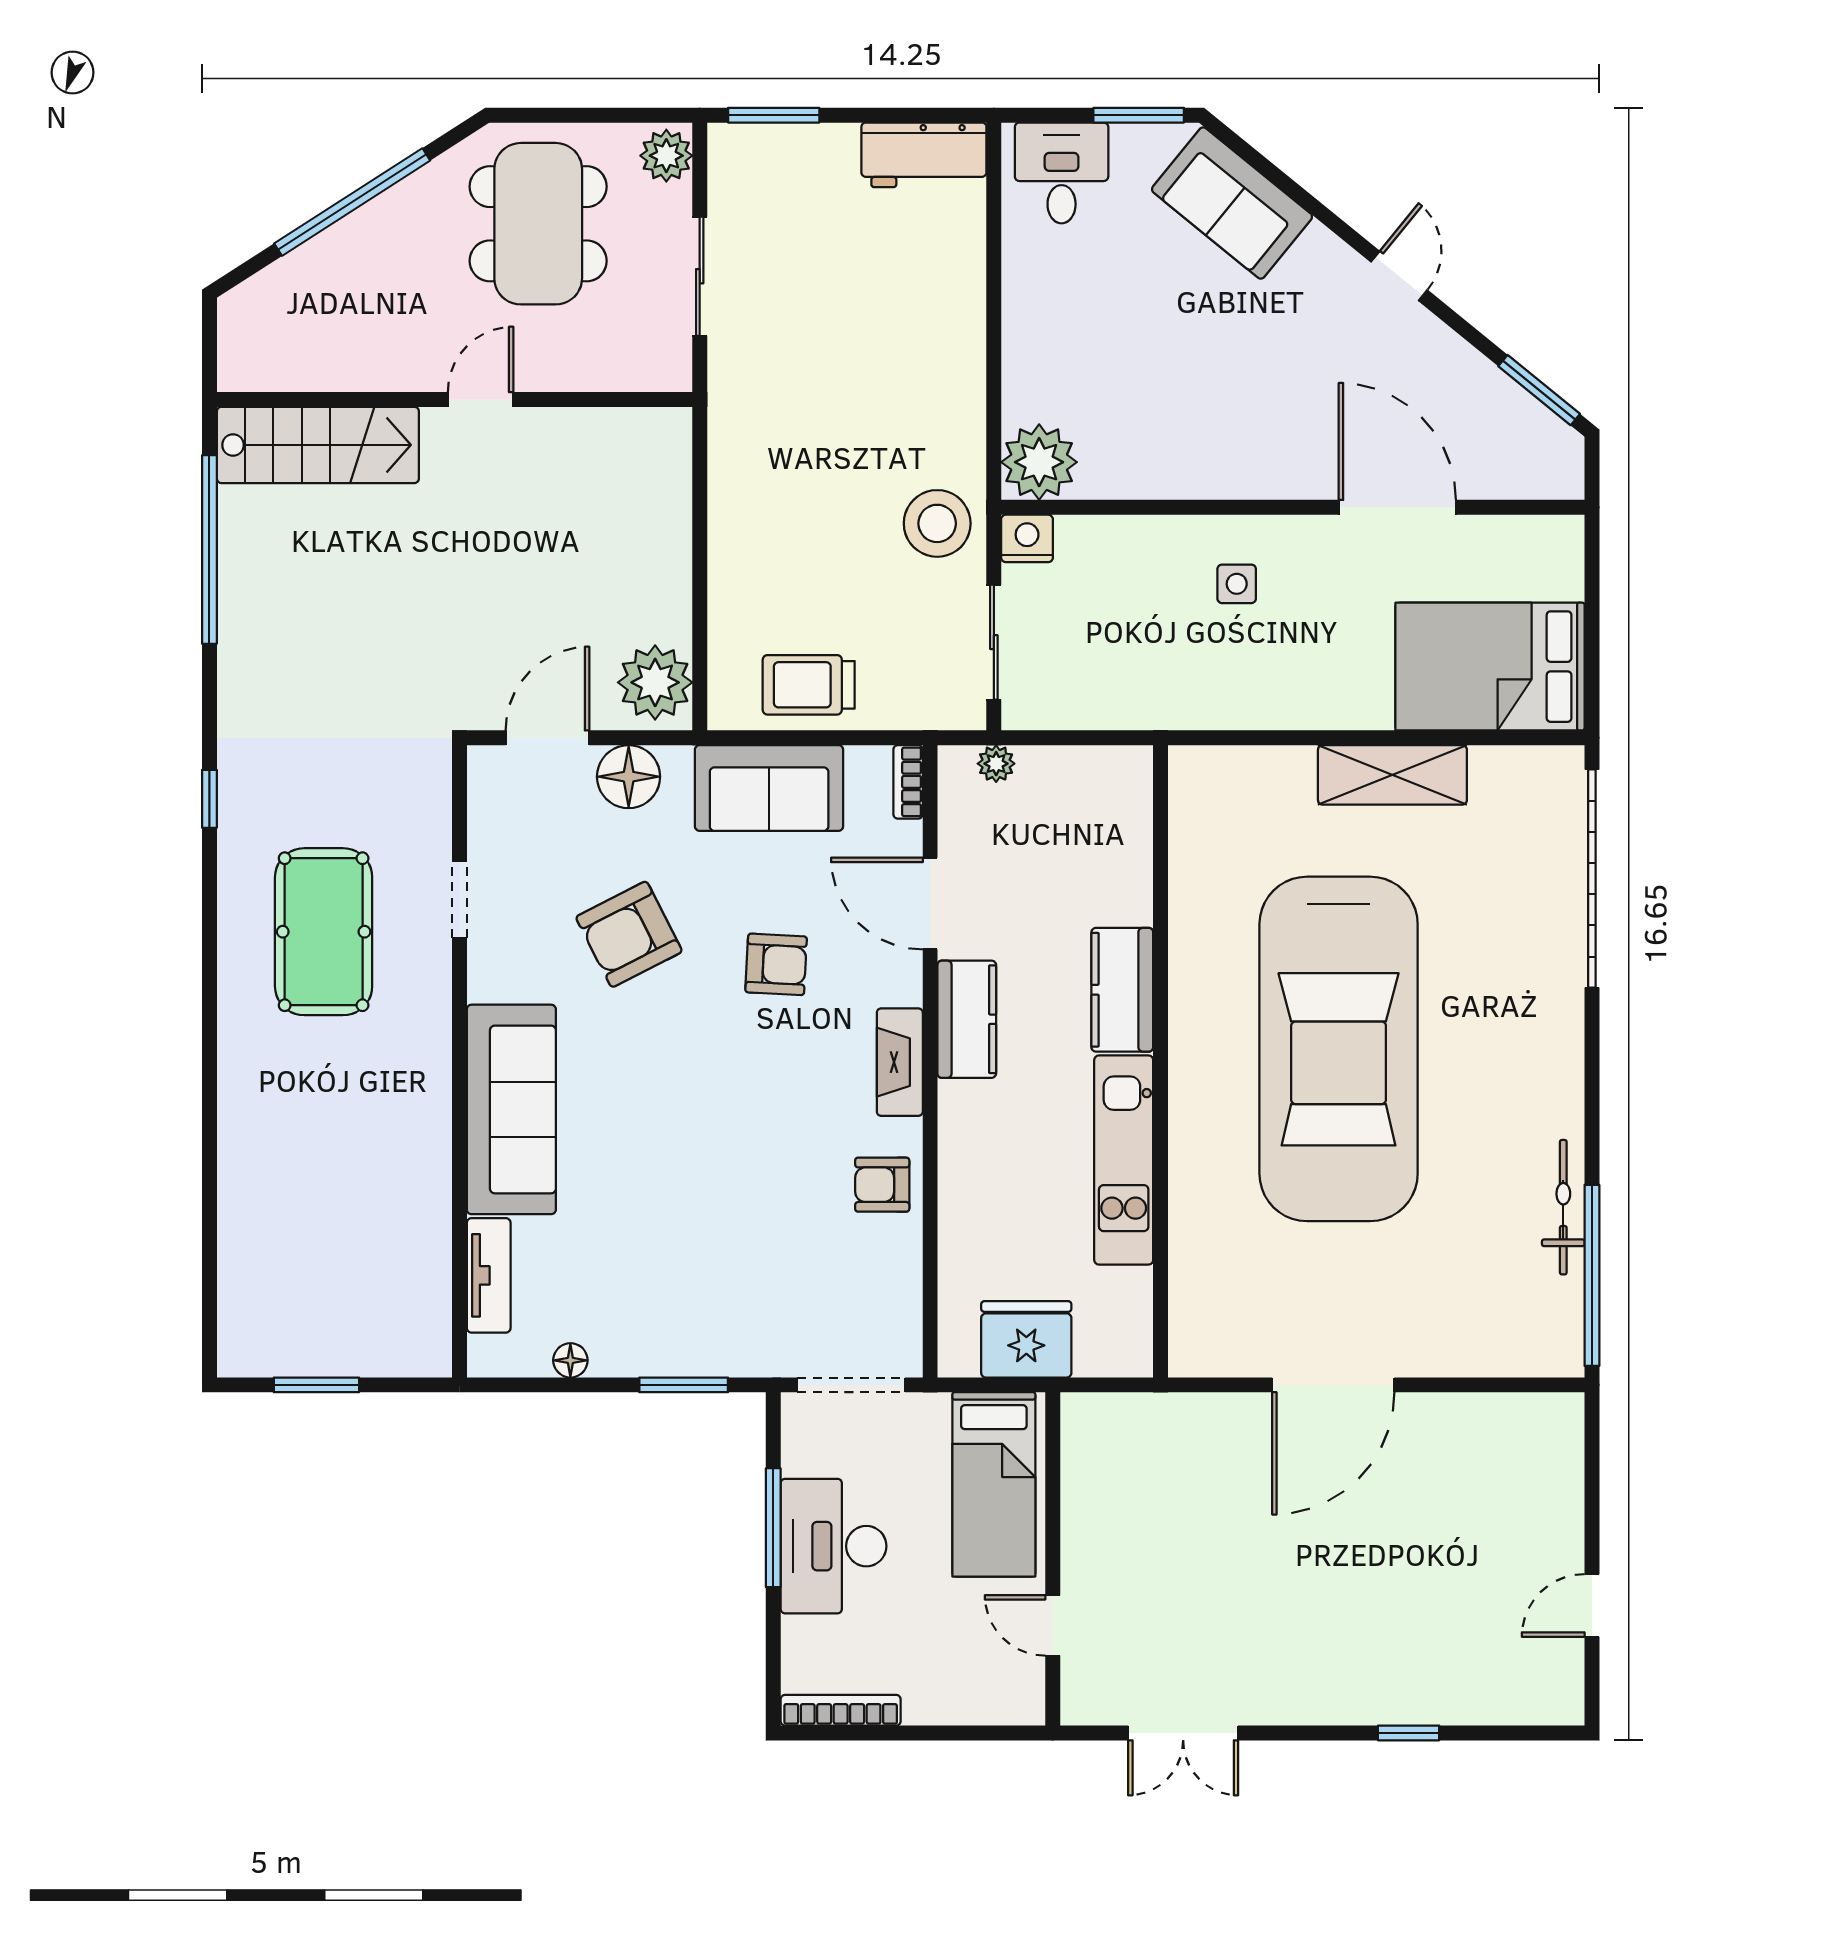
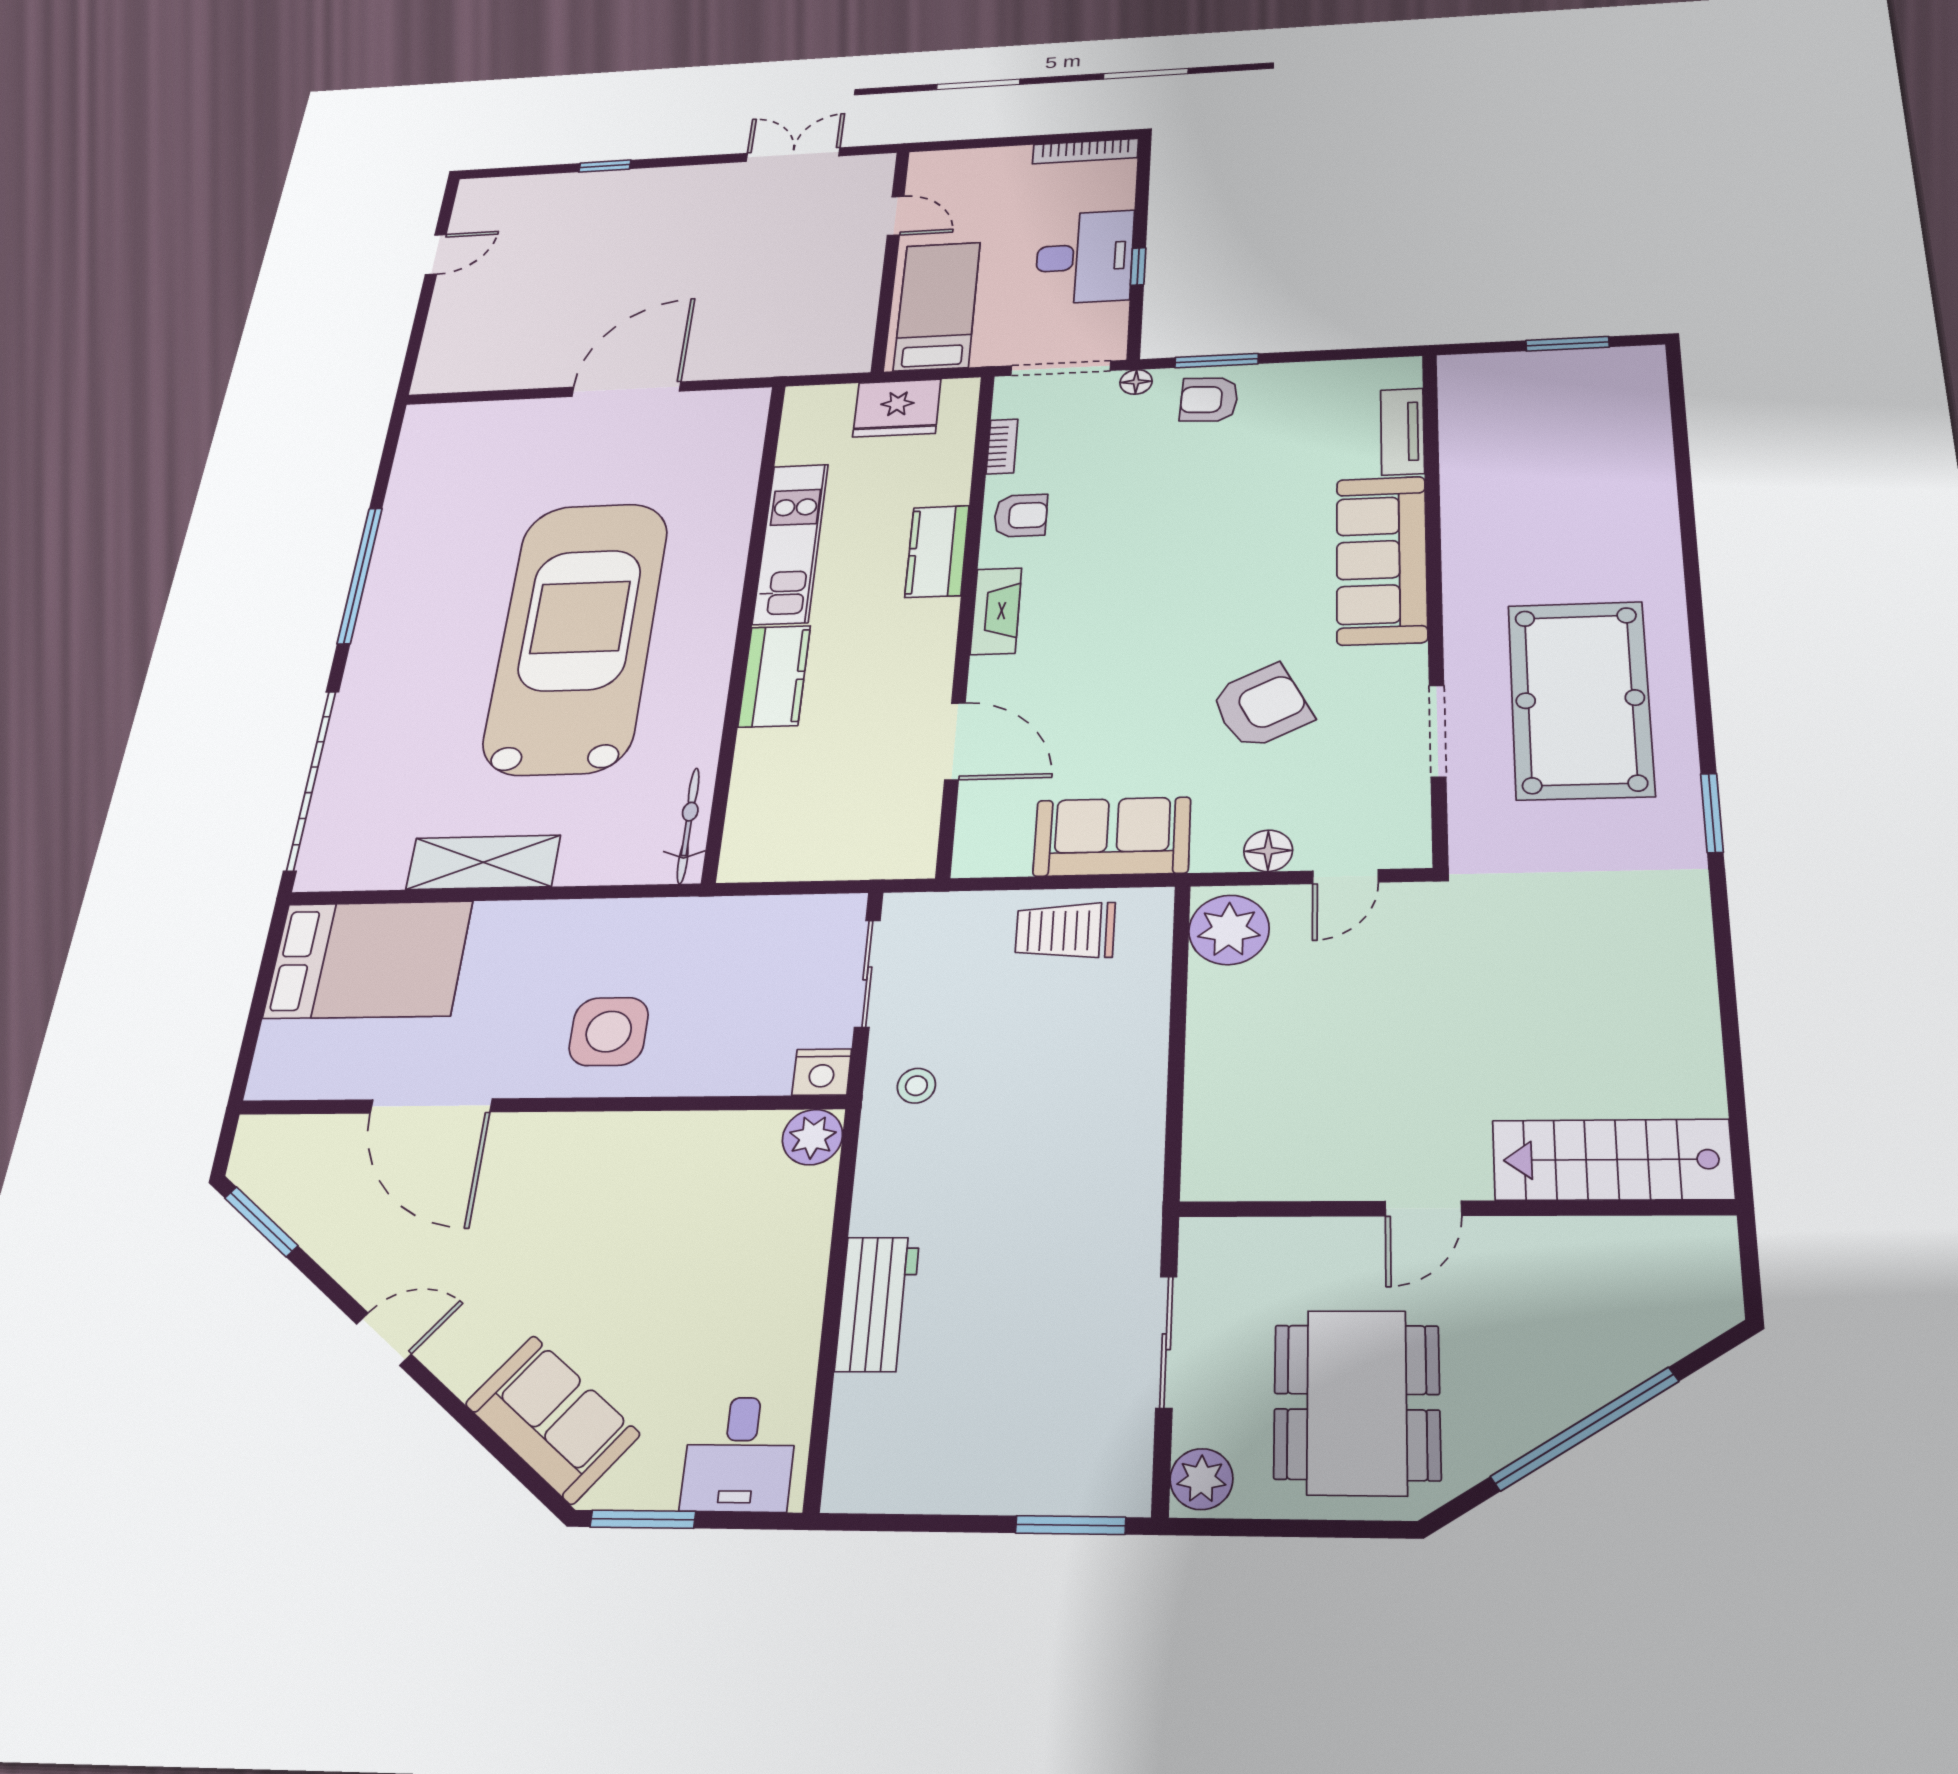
workbench: (924, 155) -> (877, 1304), moved, turned 90
door: (1399, 276) -> (384, 1339), swing flipped
plant: (1039, 462) -> (812, 1137), width x0.73, depth x0.73
stool: (937, 523) -> (916, 1086), width x0.53, depth x0.53
window: (209, 549) -> (1732, 1051), removed
side table: (1237, 584) -> (609, 1031), width x1.87, depth x1.87
trolley: (809, 685) -> (1065, 931), turned 180
door: (547, 738) -> (1346, 877), width x0.73
plant: (996, 764) -> (877, 863), removed
floor lamp: (629, 777) -> (1268, 851), width x0.73, depth x0.73
bookcase: (908, 782) -> (1002, 447), moved
window: (209, 799) -> (1712, 813), width x1.50
doorway: (459, 900) -> (1438, 731), width x1.38
pool table: (324, 932) -> (1580, 699), width x1.36, depth x1.32
armchair: (776, 964) -> (1209, 400), moved
kitchen counter: (967, 1019) -> (937, 551), moved
bicycle: (1563, 1207) -> (688, 825), moved, turned 180
window: (1592, 1275) -> (360, 575), moved
floor lamp: (570, 1360) -> (1136, 382), moved
window: (773, 1528) -> (1138, 266), width x0.46

